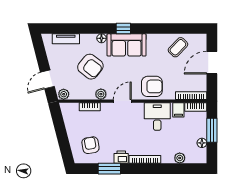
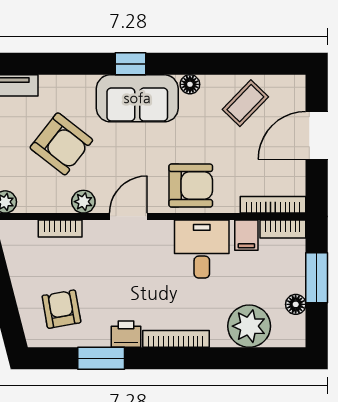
floor lamp: (101, 38) -> (190, 84), moved
plant: (180, 158) -> (249, 326), width x1.87, depth x1.87

